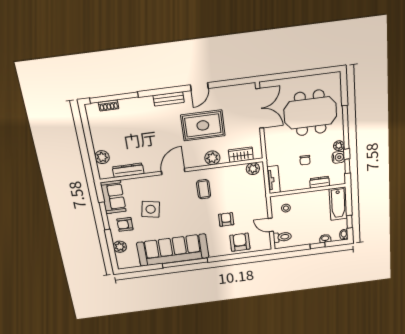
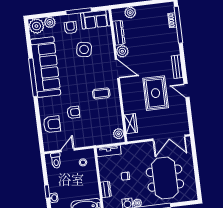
plant: (212, 158) -> (122, 51), moved
plant: (125, 261) -> (36, 26), added

